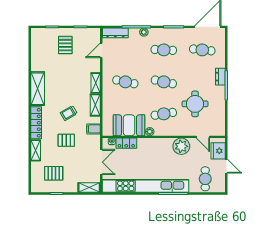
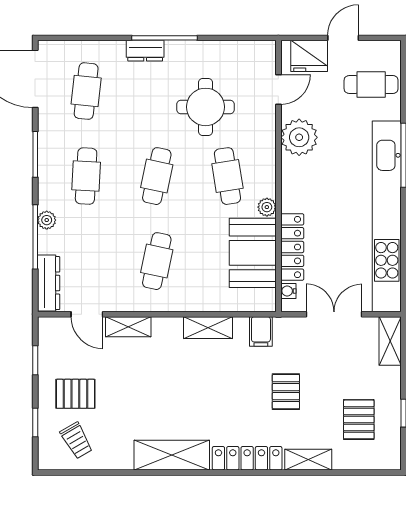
shelving: (96, 83) -> (128, 327), moved
trolley: (69, 113) -> (76, 440), moved
locker: (126, 143) -> (292, 247), width x1.53

